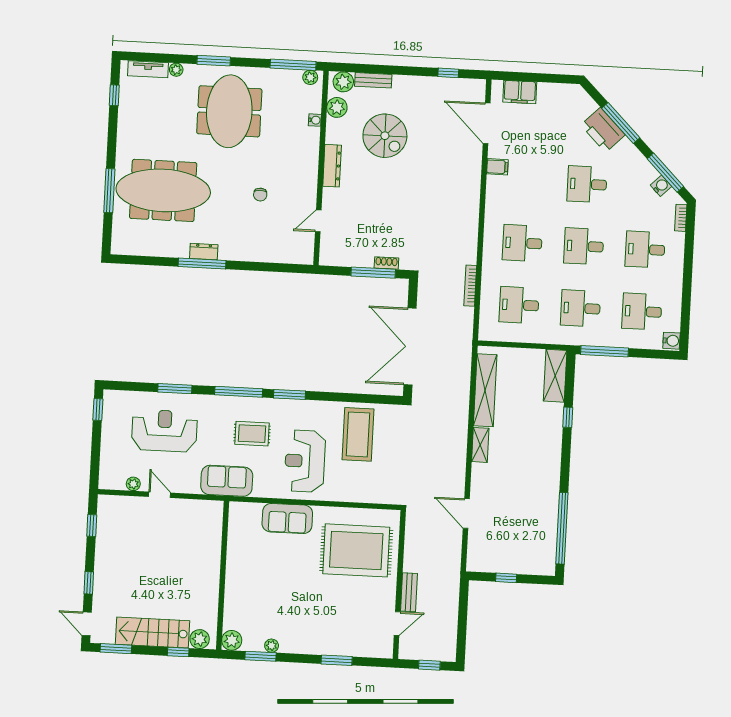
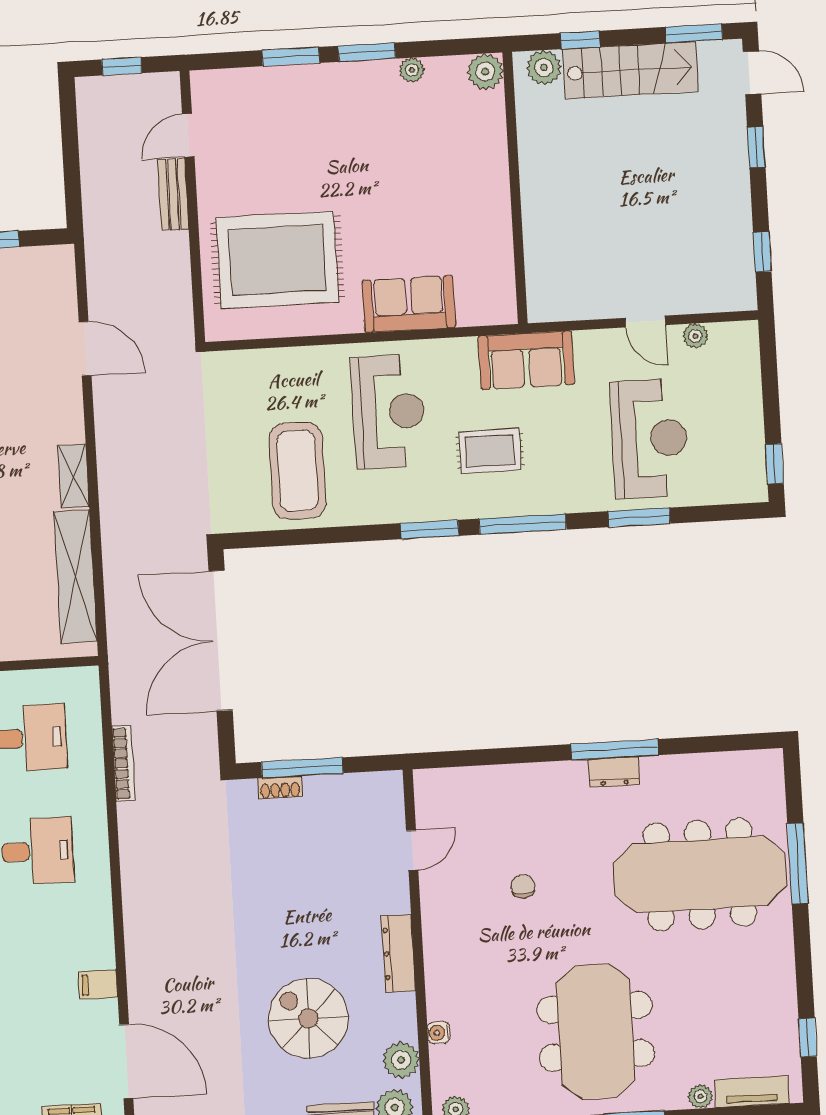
double door: (410, 347) -> (221, 641), swing flipped
reception desk: (164, 431) -> (649, 439), turned -90
window: (261, 656) -> (367, 52), moved

